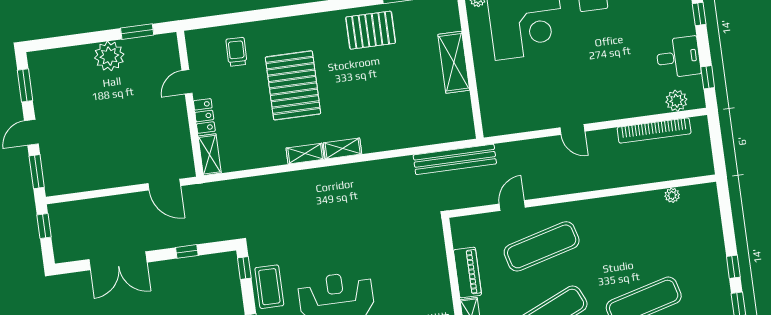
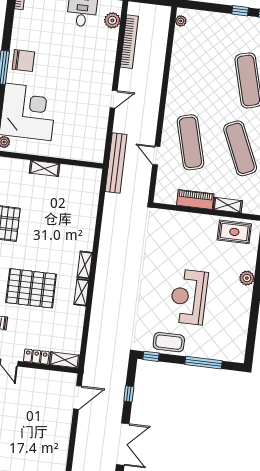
shelving: (454, 62) -> (45, 168), width x0.67, depth x0.75
bench: (455, 159) -> (116, 163), moved
plant: (672, 195) -> (181, 21), moved

